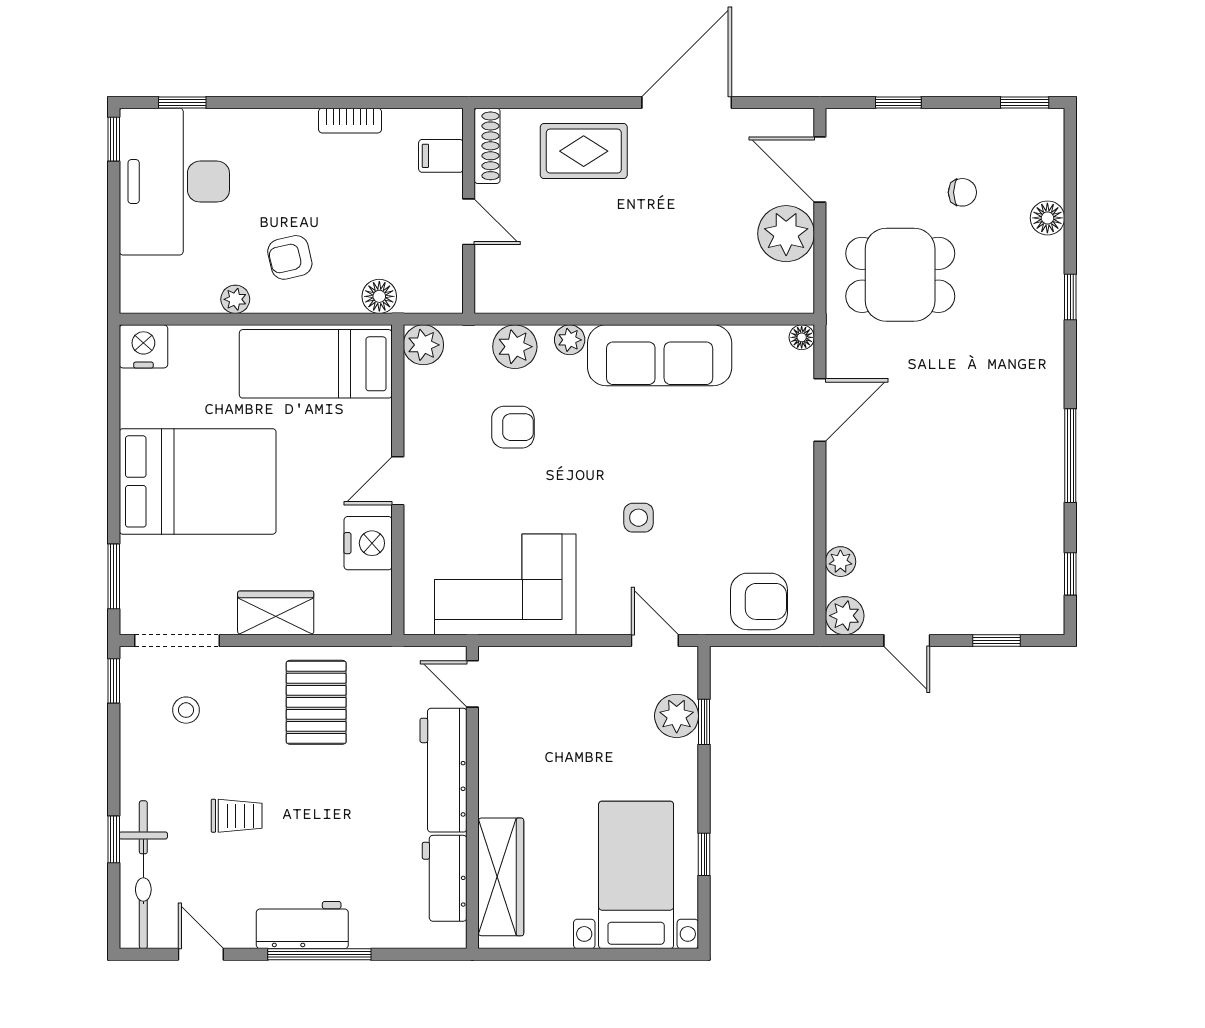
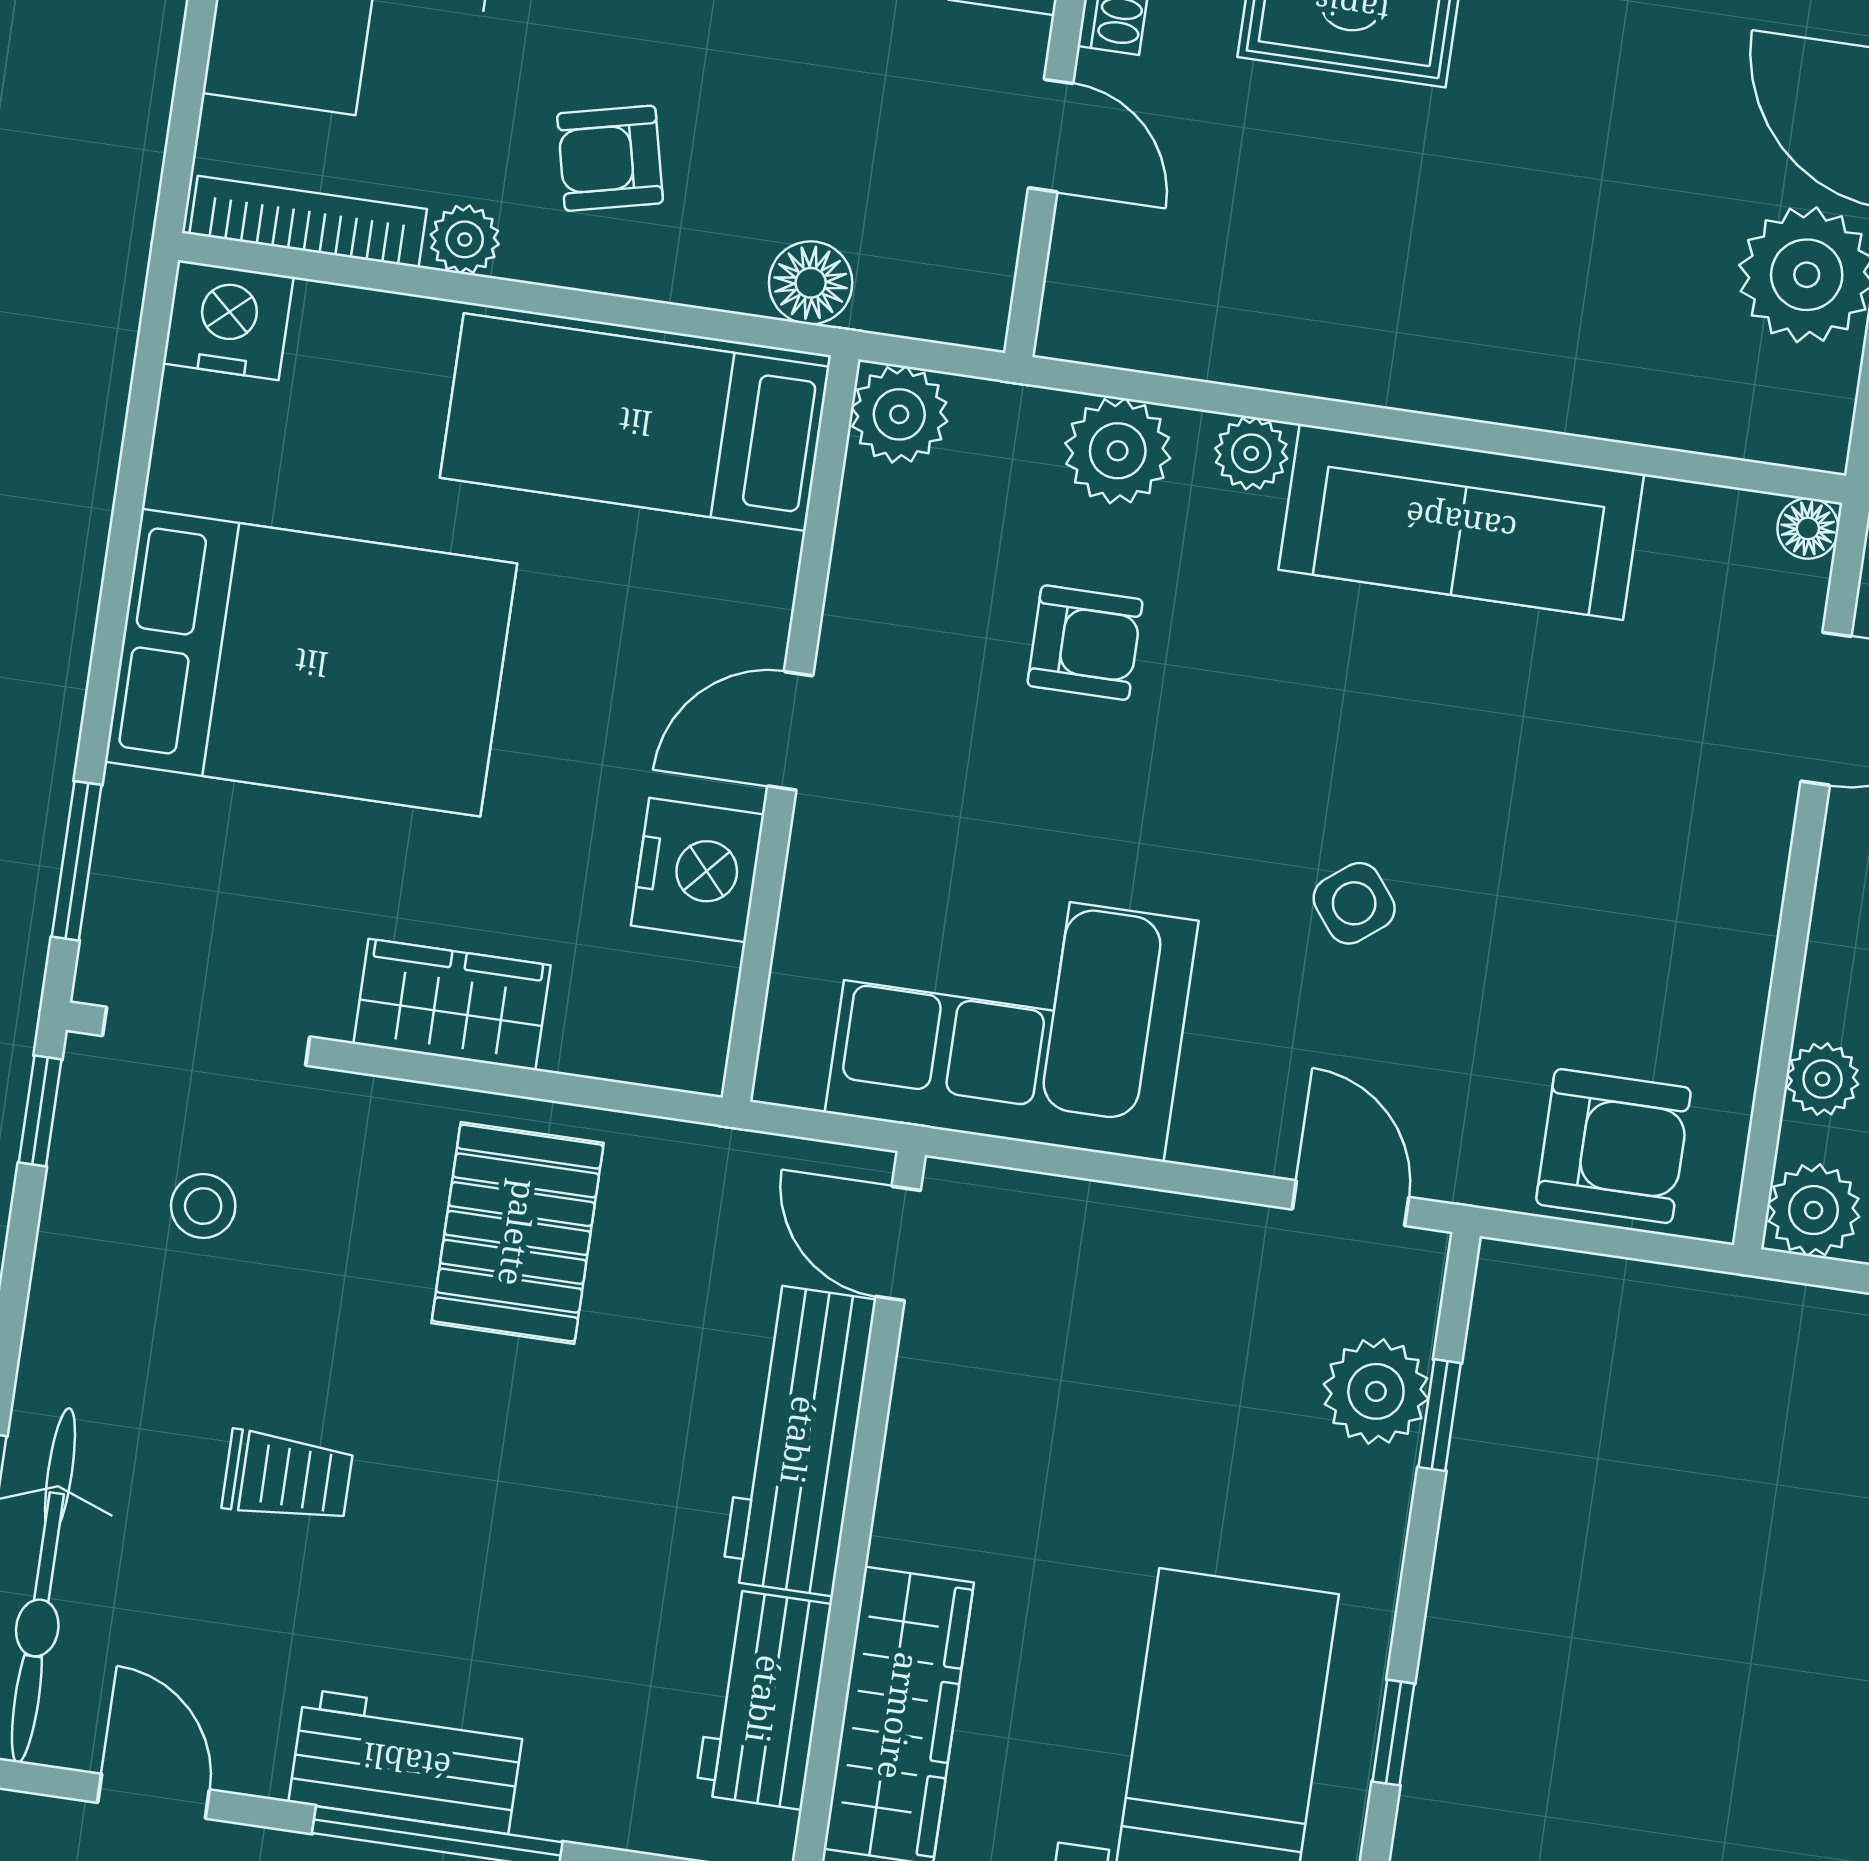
bookcase: (170, 301) -> (308, 222), added
side table: (639, 518) -> (1354, 903), turned -38

